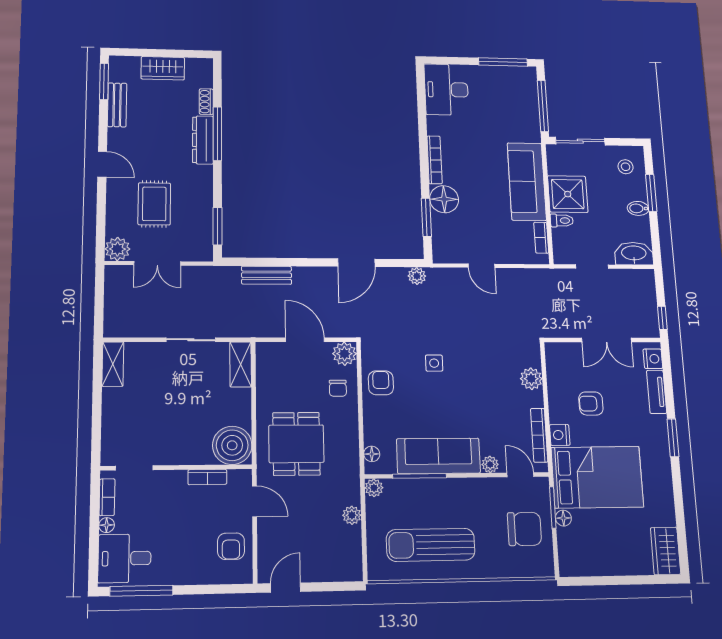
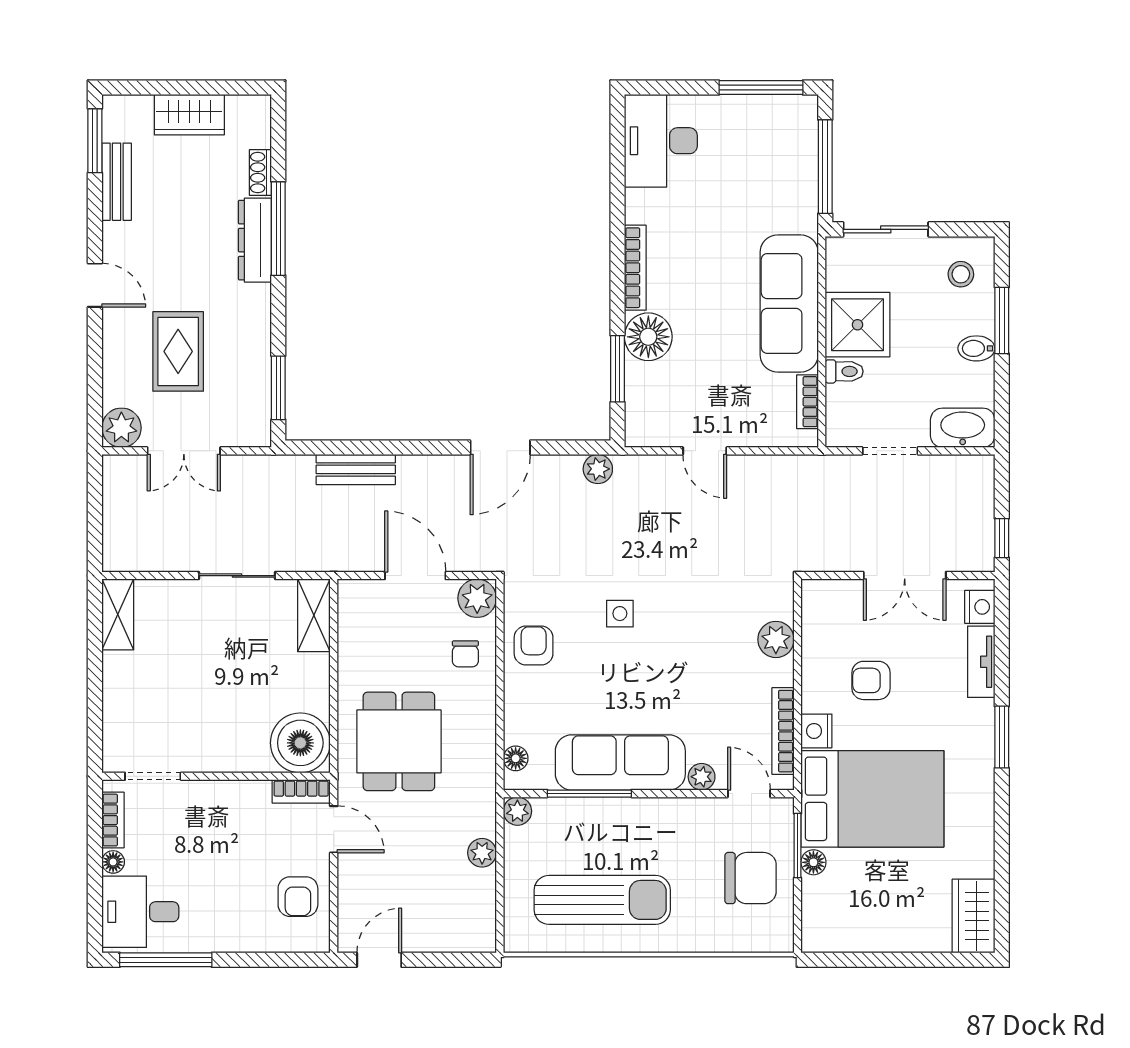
bookcase: (207, 477) -> (301, 791), moved
sun lounger: (431, 545) -> (602, 900), turned 180

